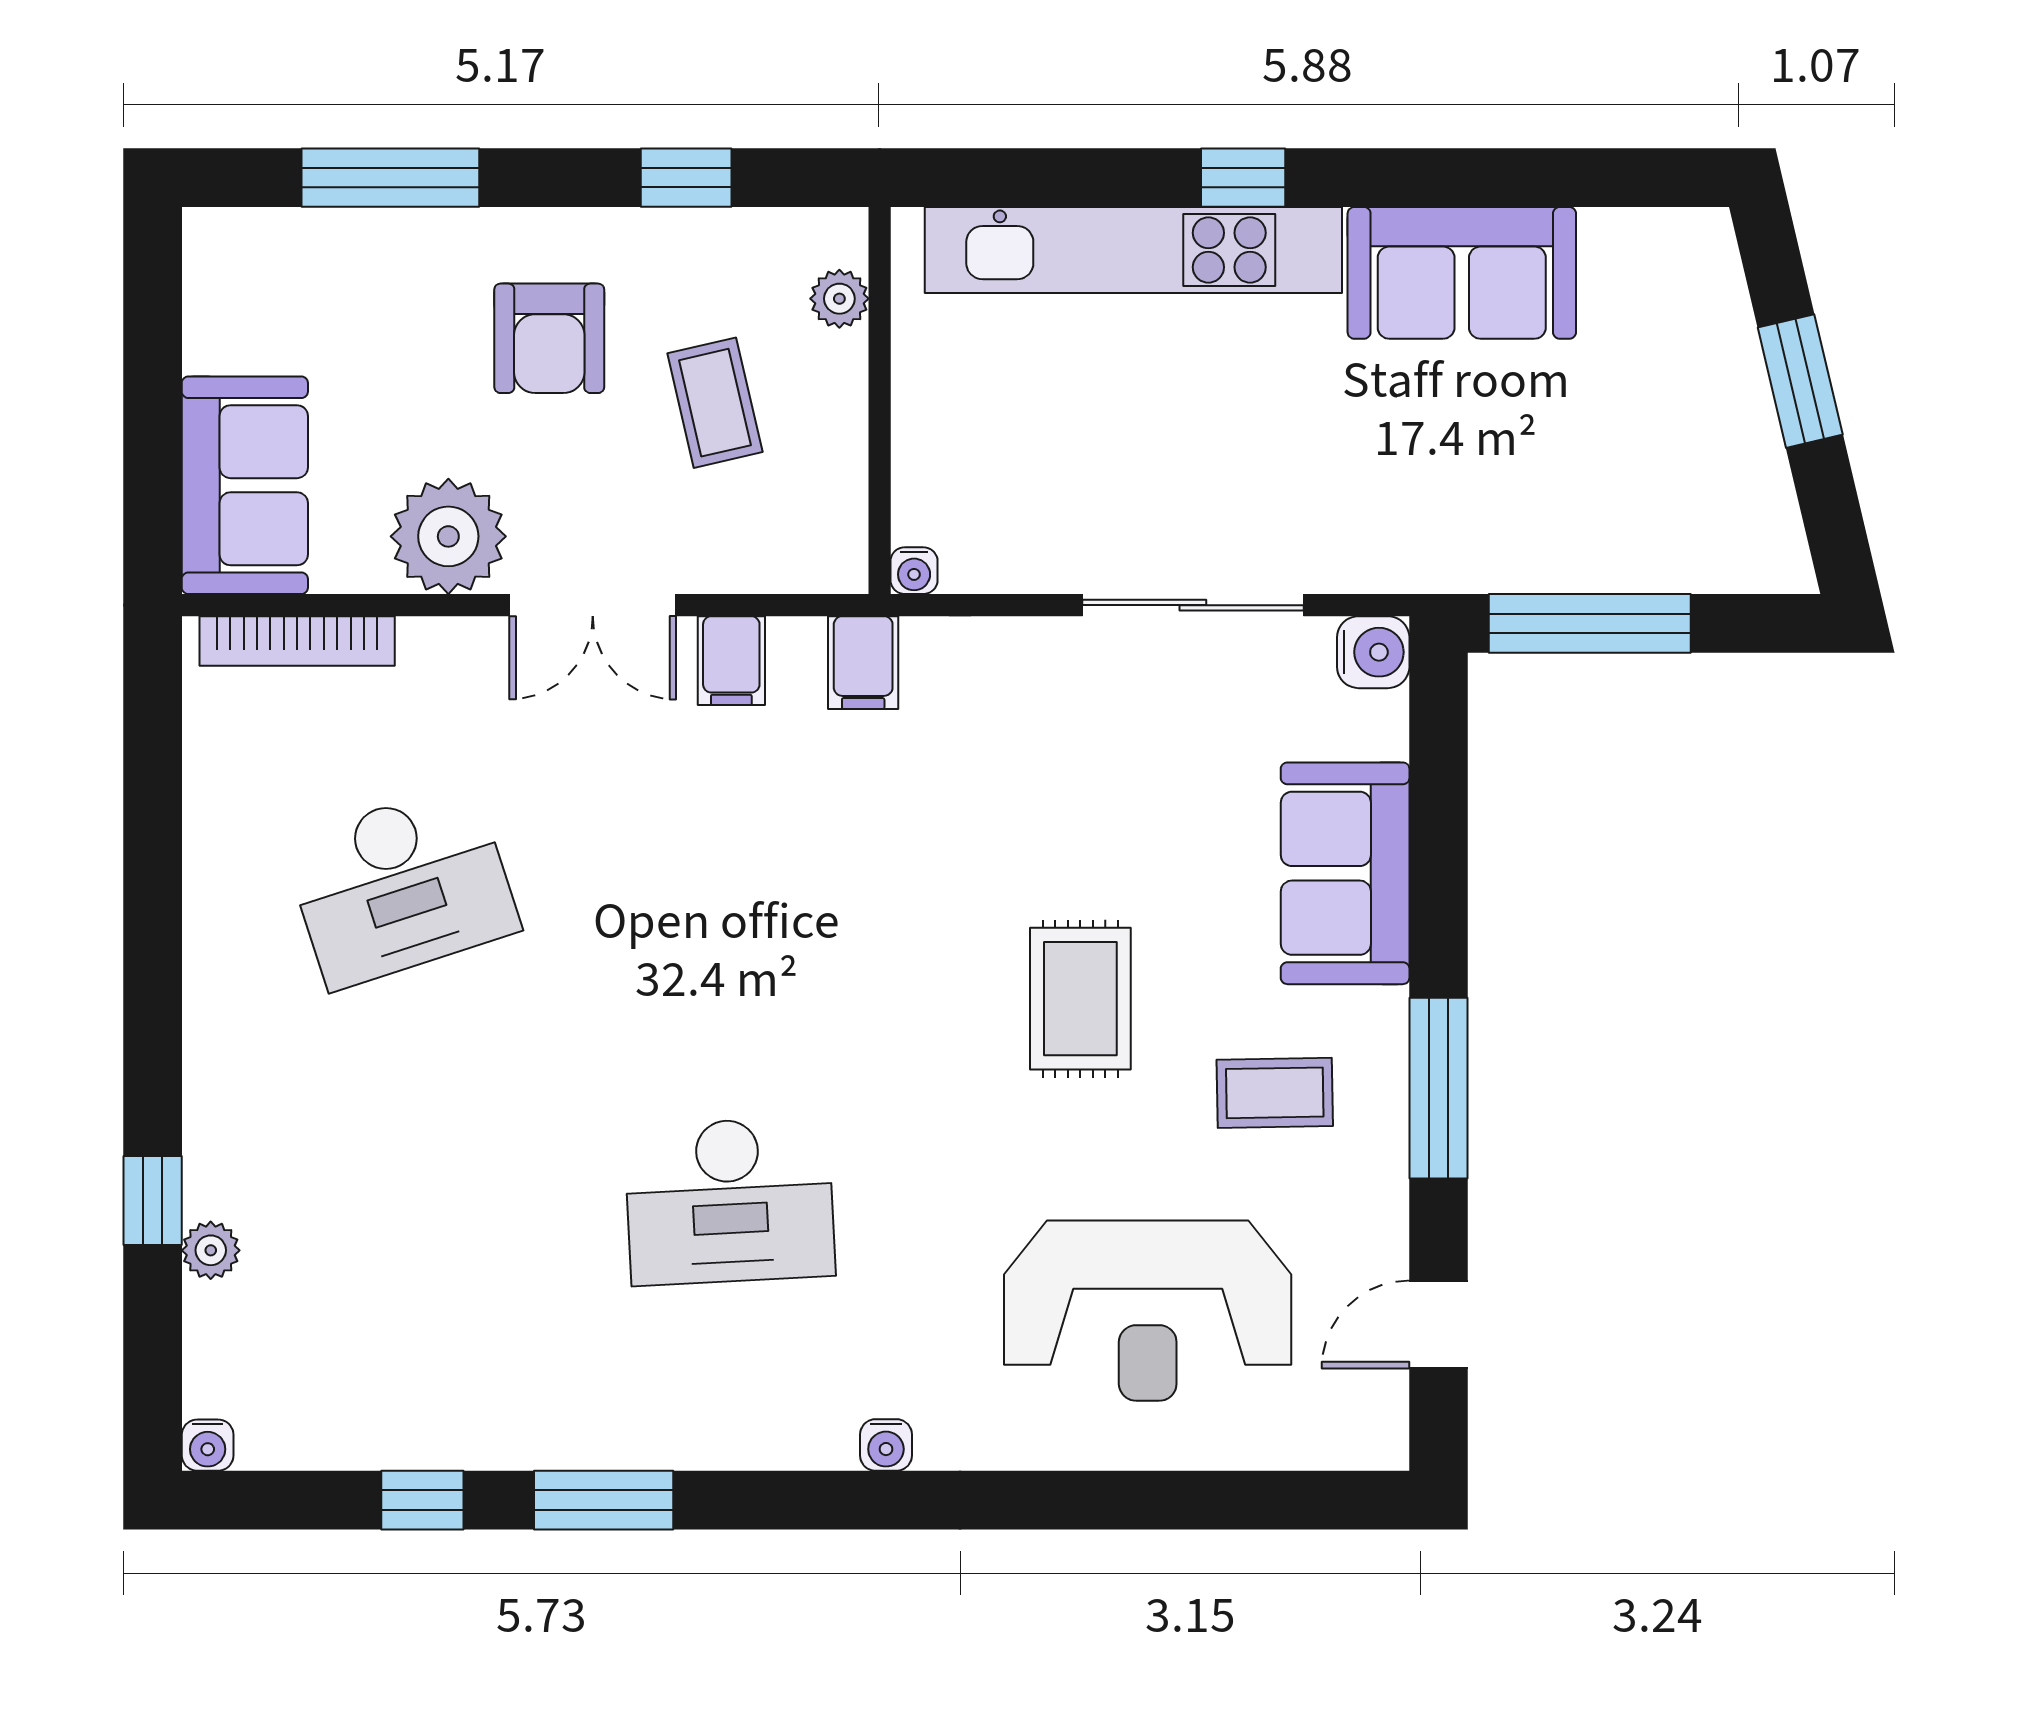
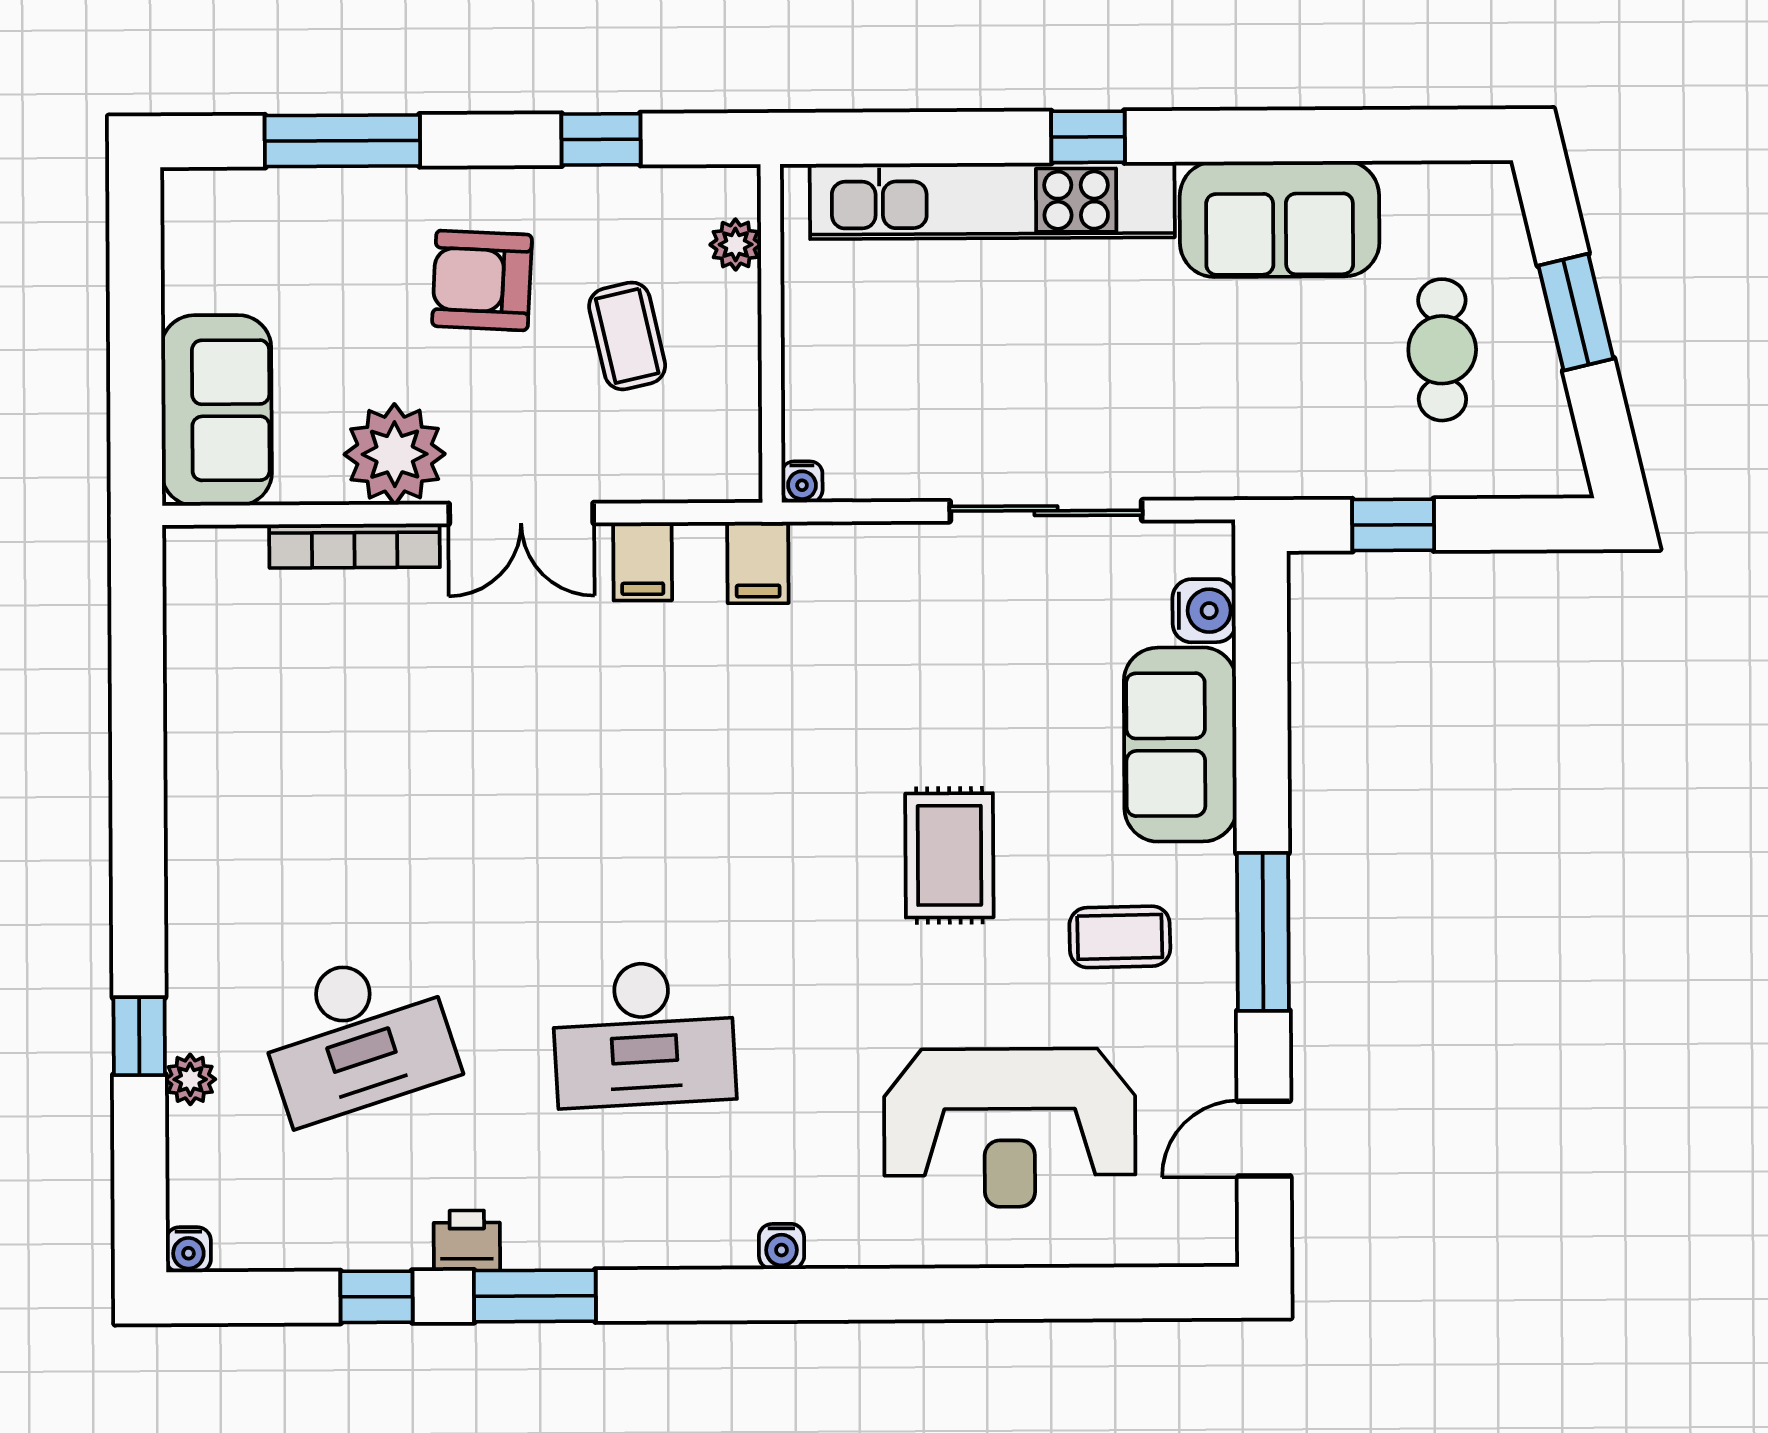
armchair: (549, 338) -> (482, 280), turned 93
cafe table: (1647, 423) -> (1442, 350), added
window: (1590, 623) -> (1393, 525), width x0.46
bookcase: (297, 641) -> (355, 546), moved
water cooler: (1373, 652) -> (1204, 611), moved
desk: (401, 886) -> (357, 1035), moved
printer: (526, 1436) -> (467, 1241), added

